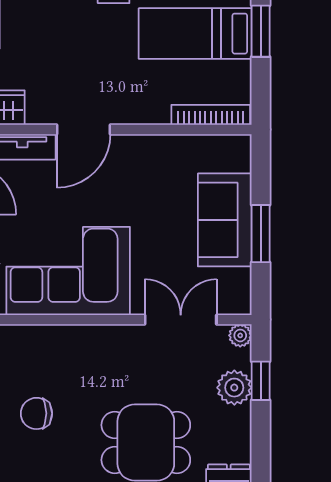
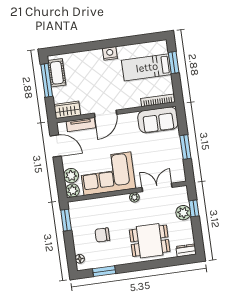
sofa: (225, 220) -> (158, 120), moved, turned -90
plant: (240, 335) -> (134, 197), moved

